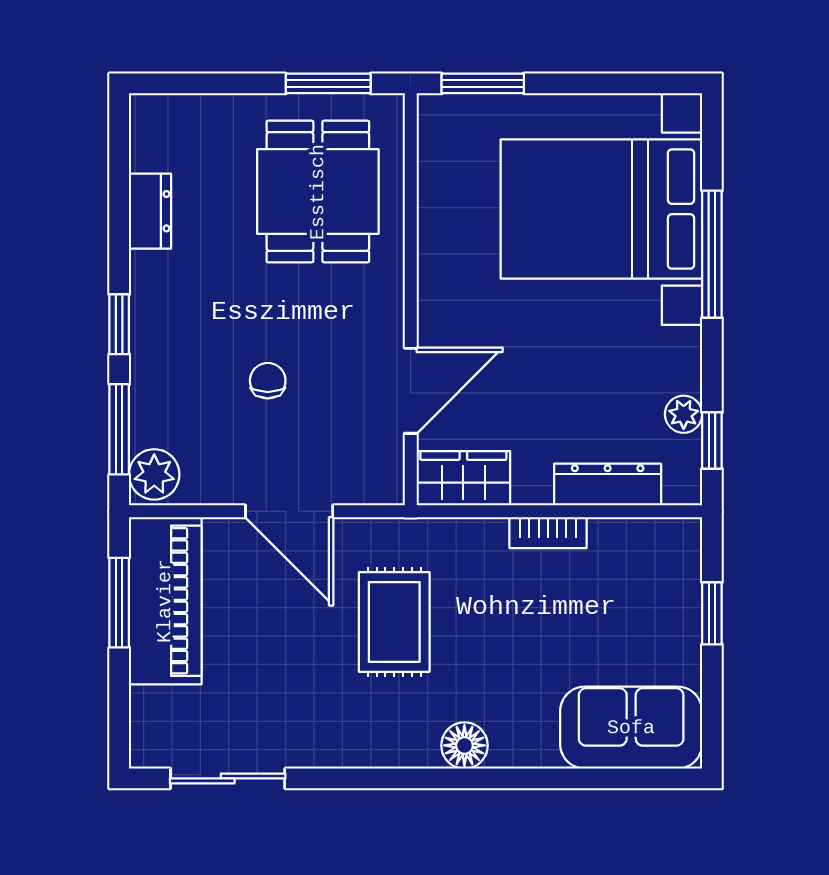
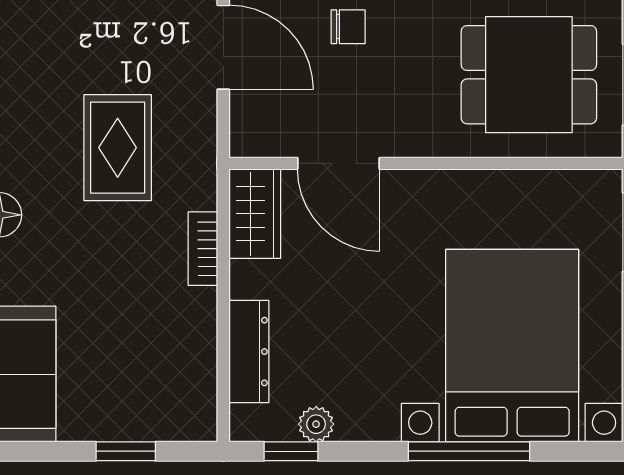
door: (289, 511) -> (223, 47), swing flipped
bookcase: (548, 533) -> (203, 249), moved
rug: (394, 622) -> (118, 148), turned 90

